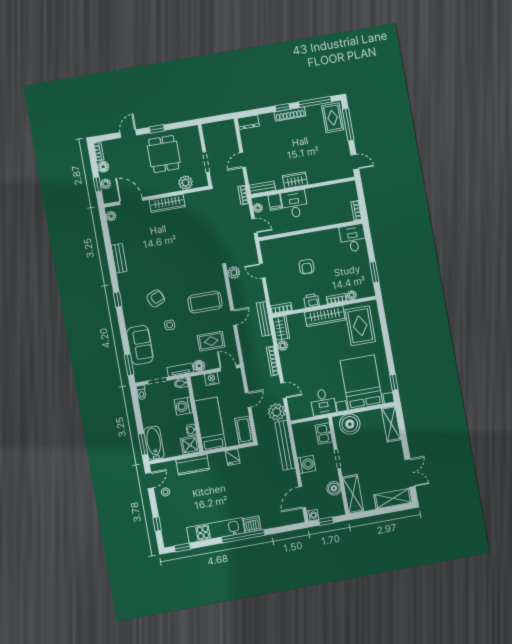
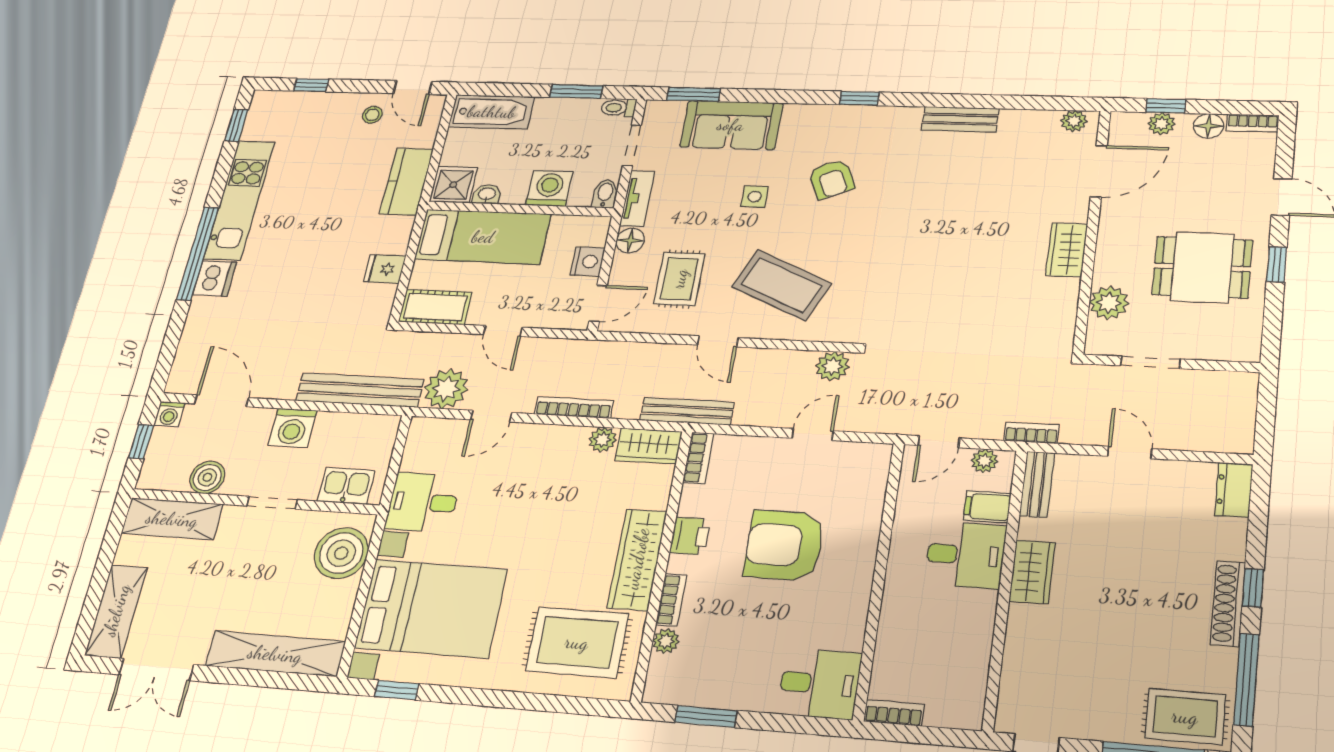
wardrobe: (167, 203) -> (1067, 250), width x0.67
armchair: (307, 267) -> (784, 545), width x1.88, depth x1.88
coffee table: (205, 302) -> (781, 285), turned -66
shelving: (391, 424) -> (275, 654), width x1.47
window: (143, 444) -> (576, 91), moved

